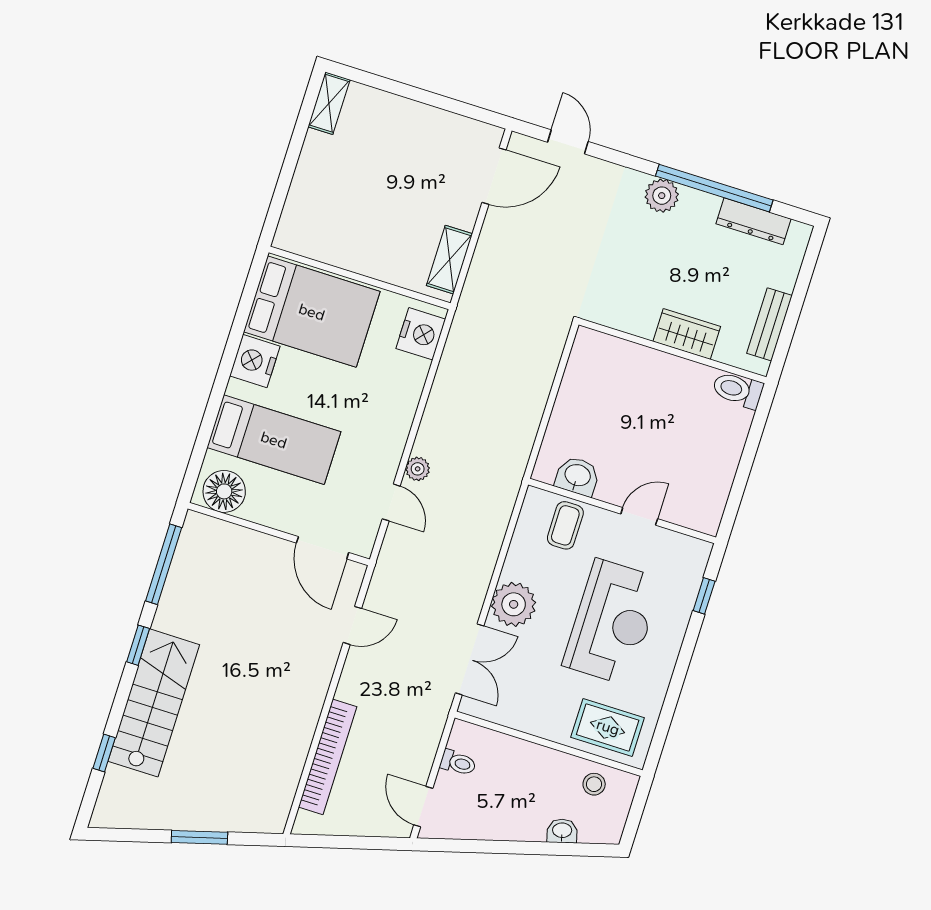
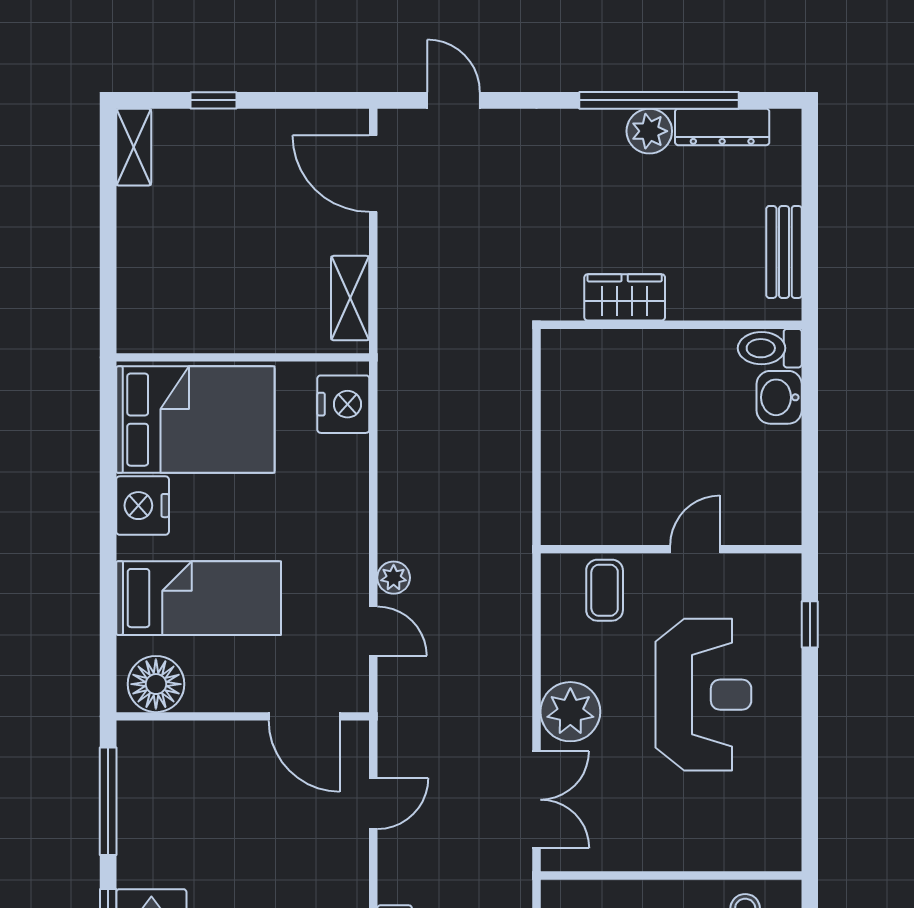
window: (396, 88) -> (213, 100), added
door: (494, 176) -> (373, 174), swing flipped
plant: (662, 196) -> (649, 131), moved
wardrobe: (687, 334) -> (625, 297), moved
washbasin: (577, 476) -> (779, 397), moved, turned -90
rug: (608, 727) -> (740, 831), removed

